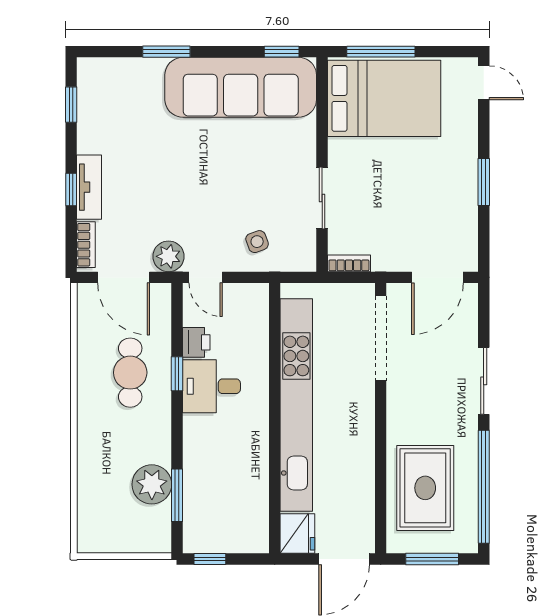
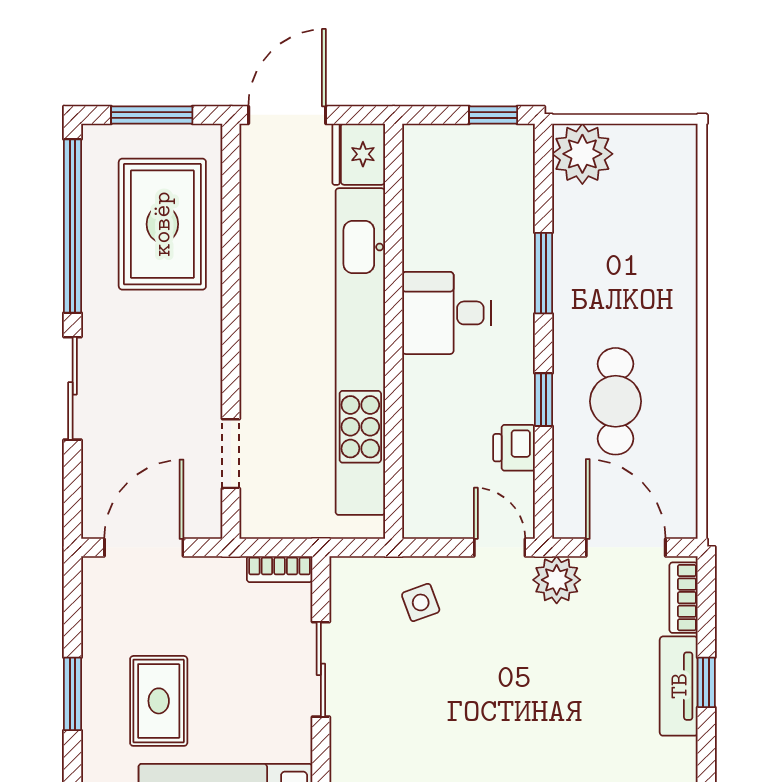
rug: (428, 177) -> (159, 701), added
doorway: (381, 338) -> (231, 454), width x0.53
desk: (211, 386) -> (446, 313), moved, turned 180
plant: (152, 484) -> (582, 154), moved
window: (177, 495) -> (543, 273), moved

